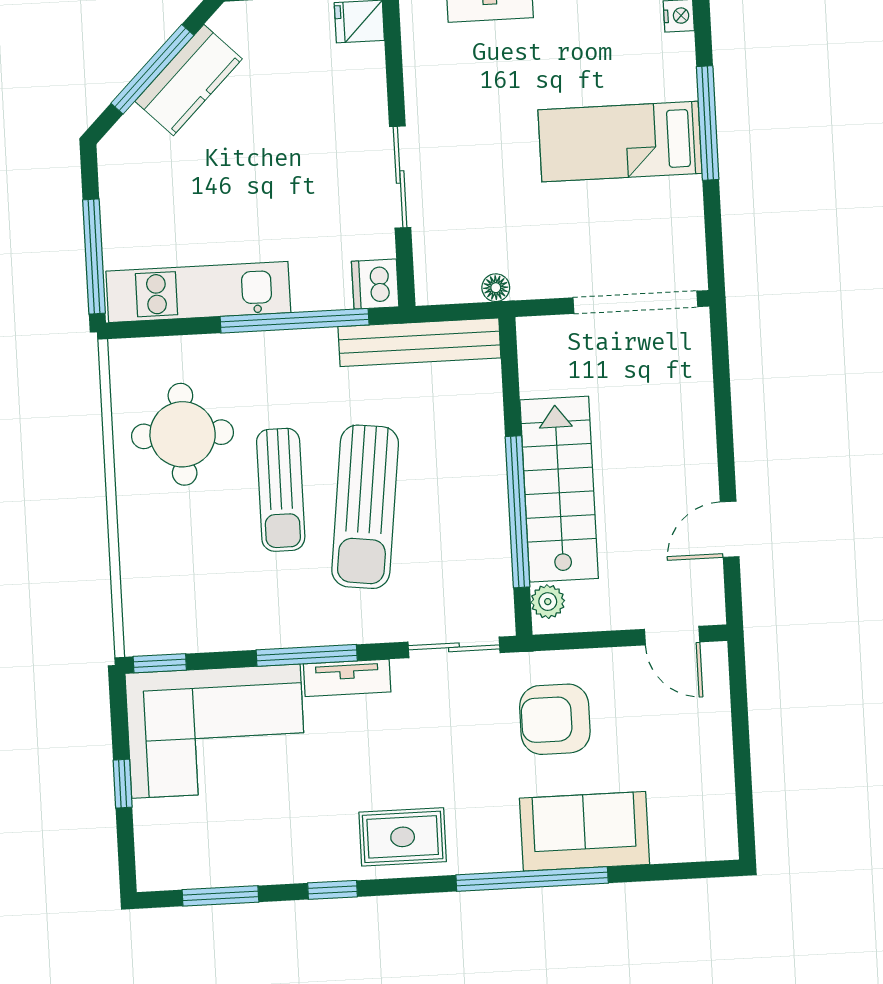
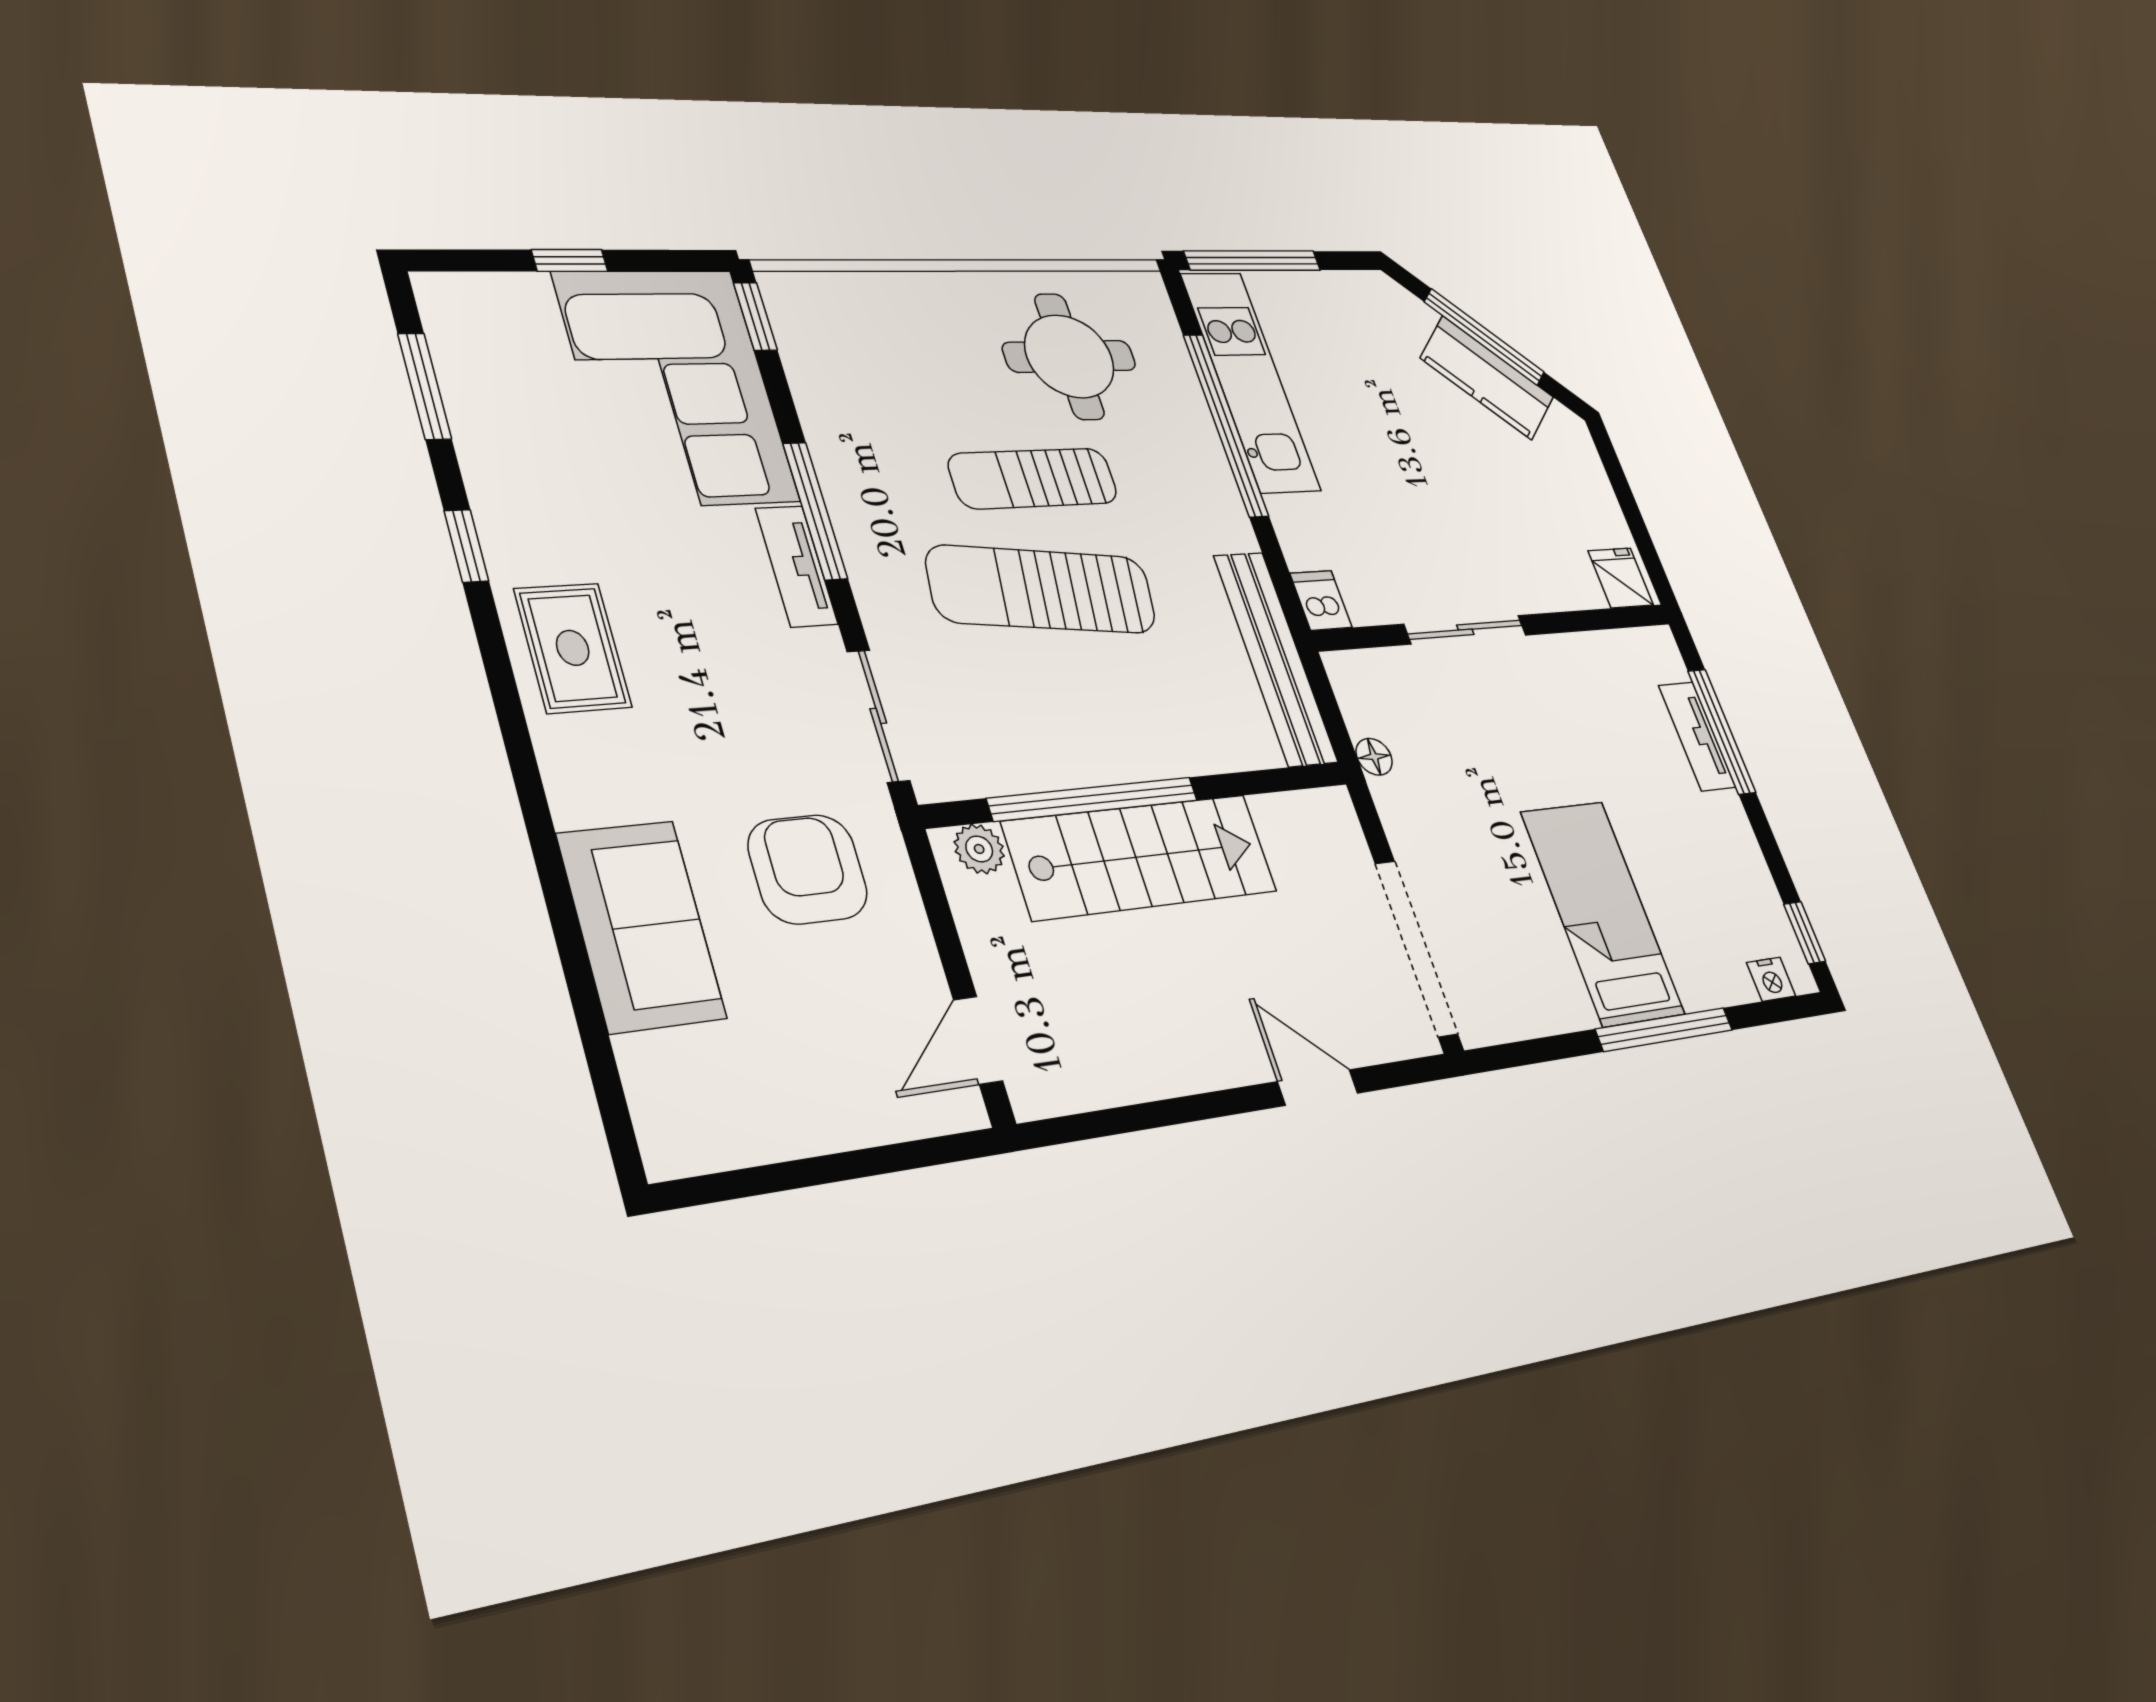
dishwasher: (375, 284) -> (1321, 600), width x0.73
window: (295, 321) -> (1226, 425), moved
door: (730, 529) -> (1318, 1087), moved
window: (532, 879) -> (545, 847), removed

